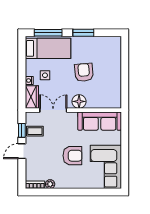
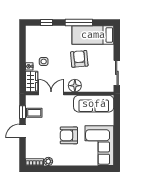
window: (48, 33) -> (46, 22), width x0.46
window: (83, 33) -> (79, 22), width x1.44
bed: (48, 48) -> (93, 35), moved, turned 180
sliding door: (125, 88) -> (117, 73), added
armchair: (72, 156) -> (69, 135), turned 180

